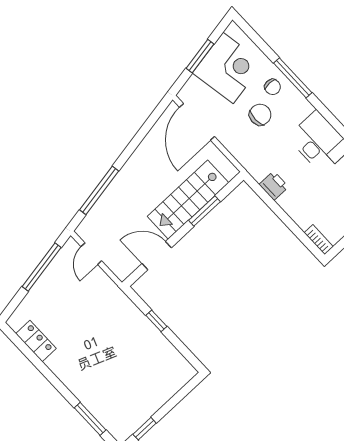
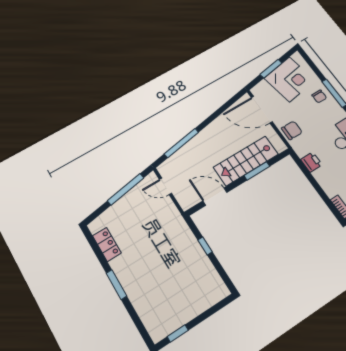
chair: (260, 115) -> (292, 130), moved
door: (197, 122) -> (262, 110), hinge flipped
door: (91, 254) -> (165, 186), hinge flipped
window: (90, 419) -> (116, 285), moved

